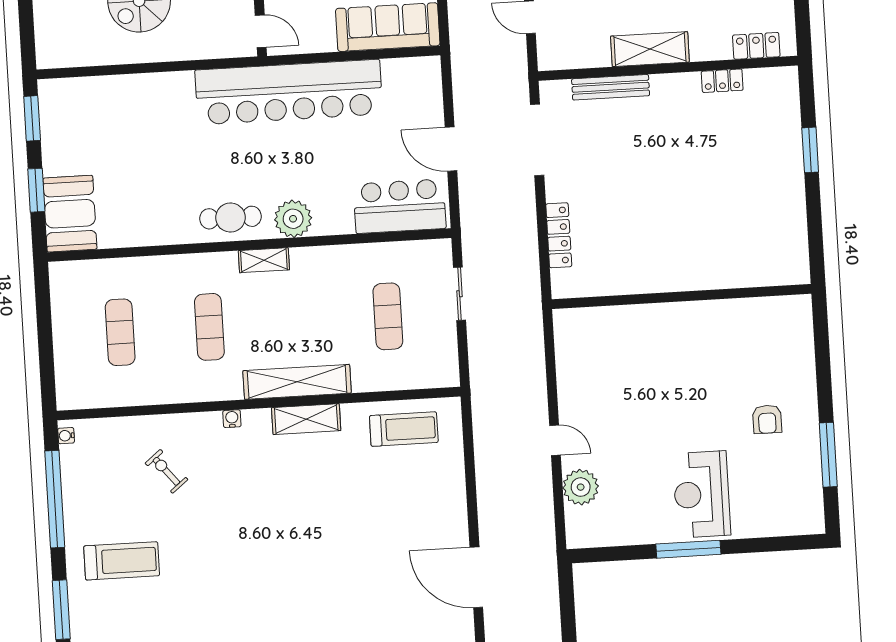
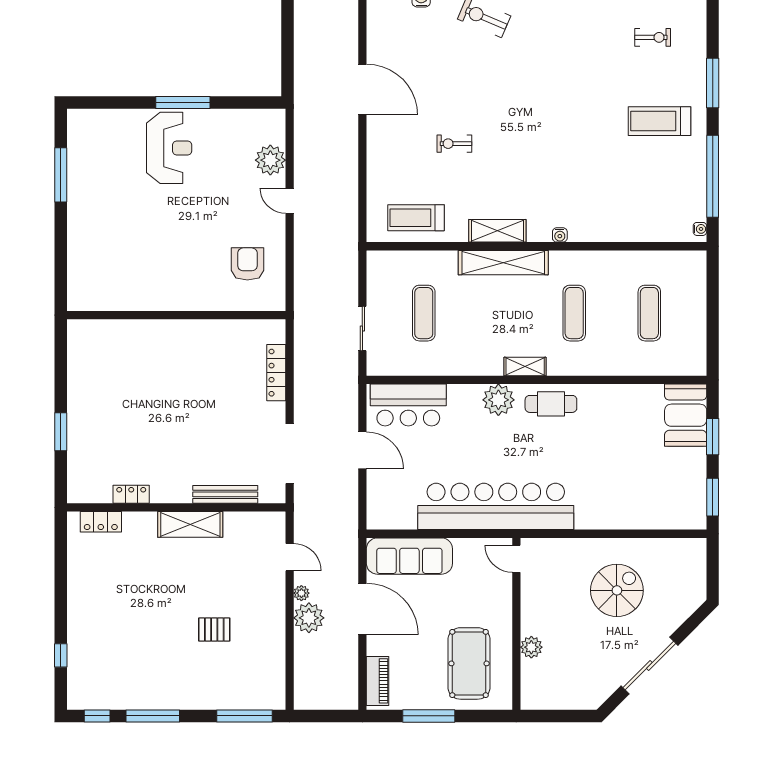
armchair: (767, 419) -> (247, 264), moved, width x1.38, depth x1.38
exercise bike: (166, 471) -> (454, 144), moved, turned 129

